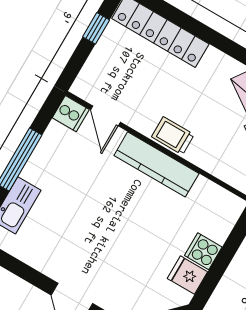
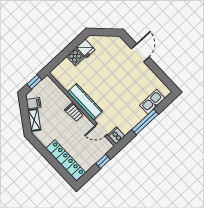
window: (96, 28) -> (103, 161), moved
door: (105, 116) -> (101, 130), swing flipped

